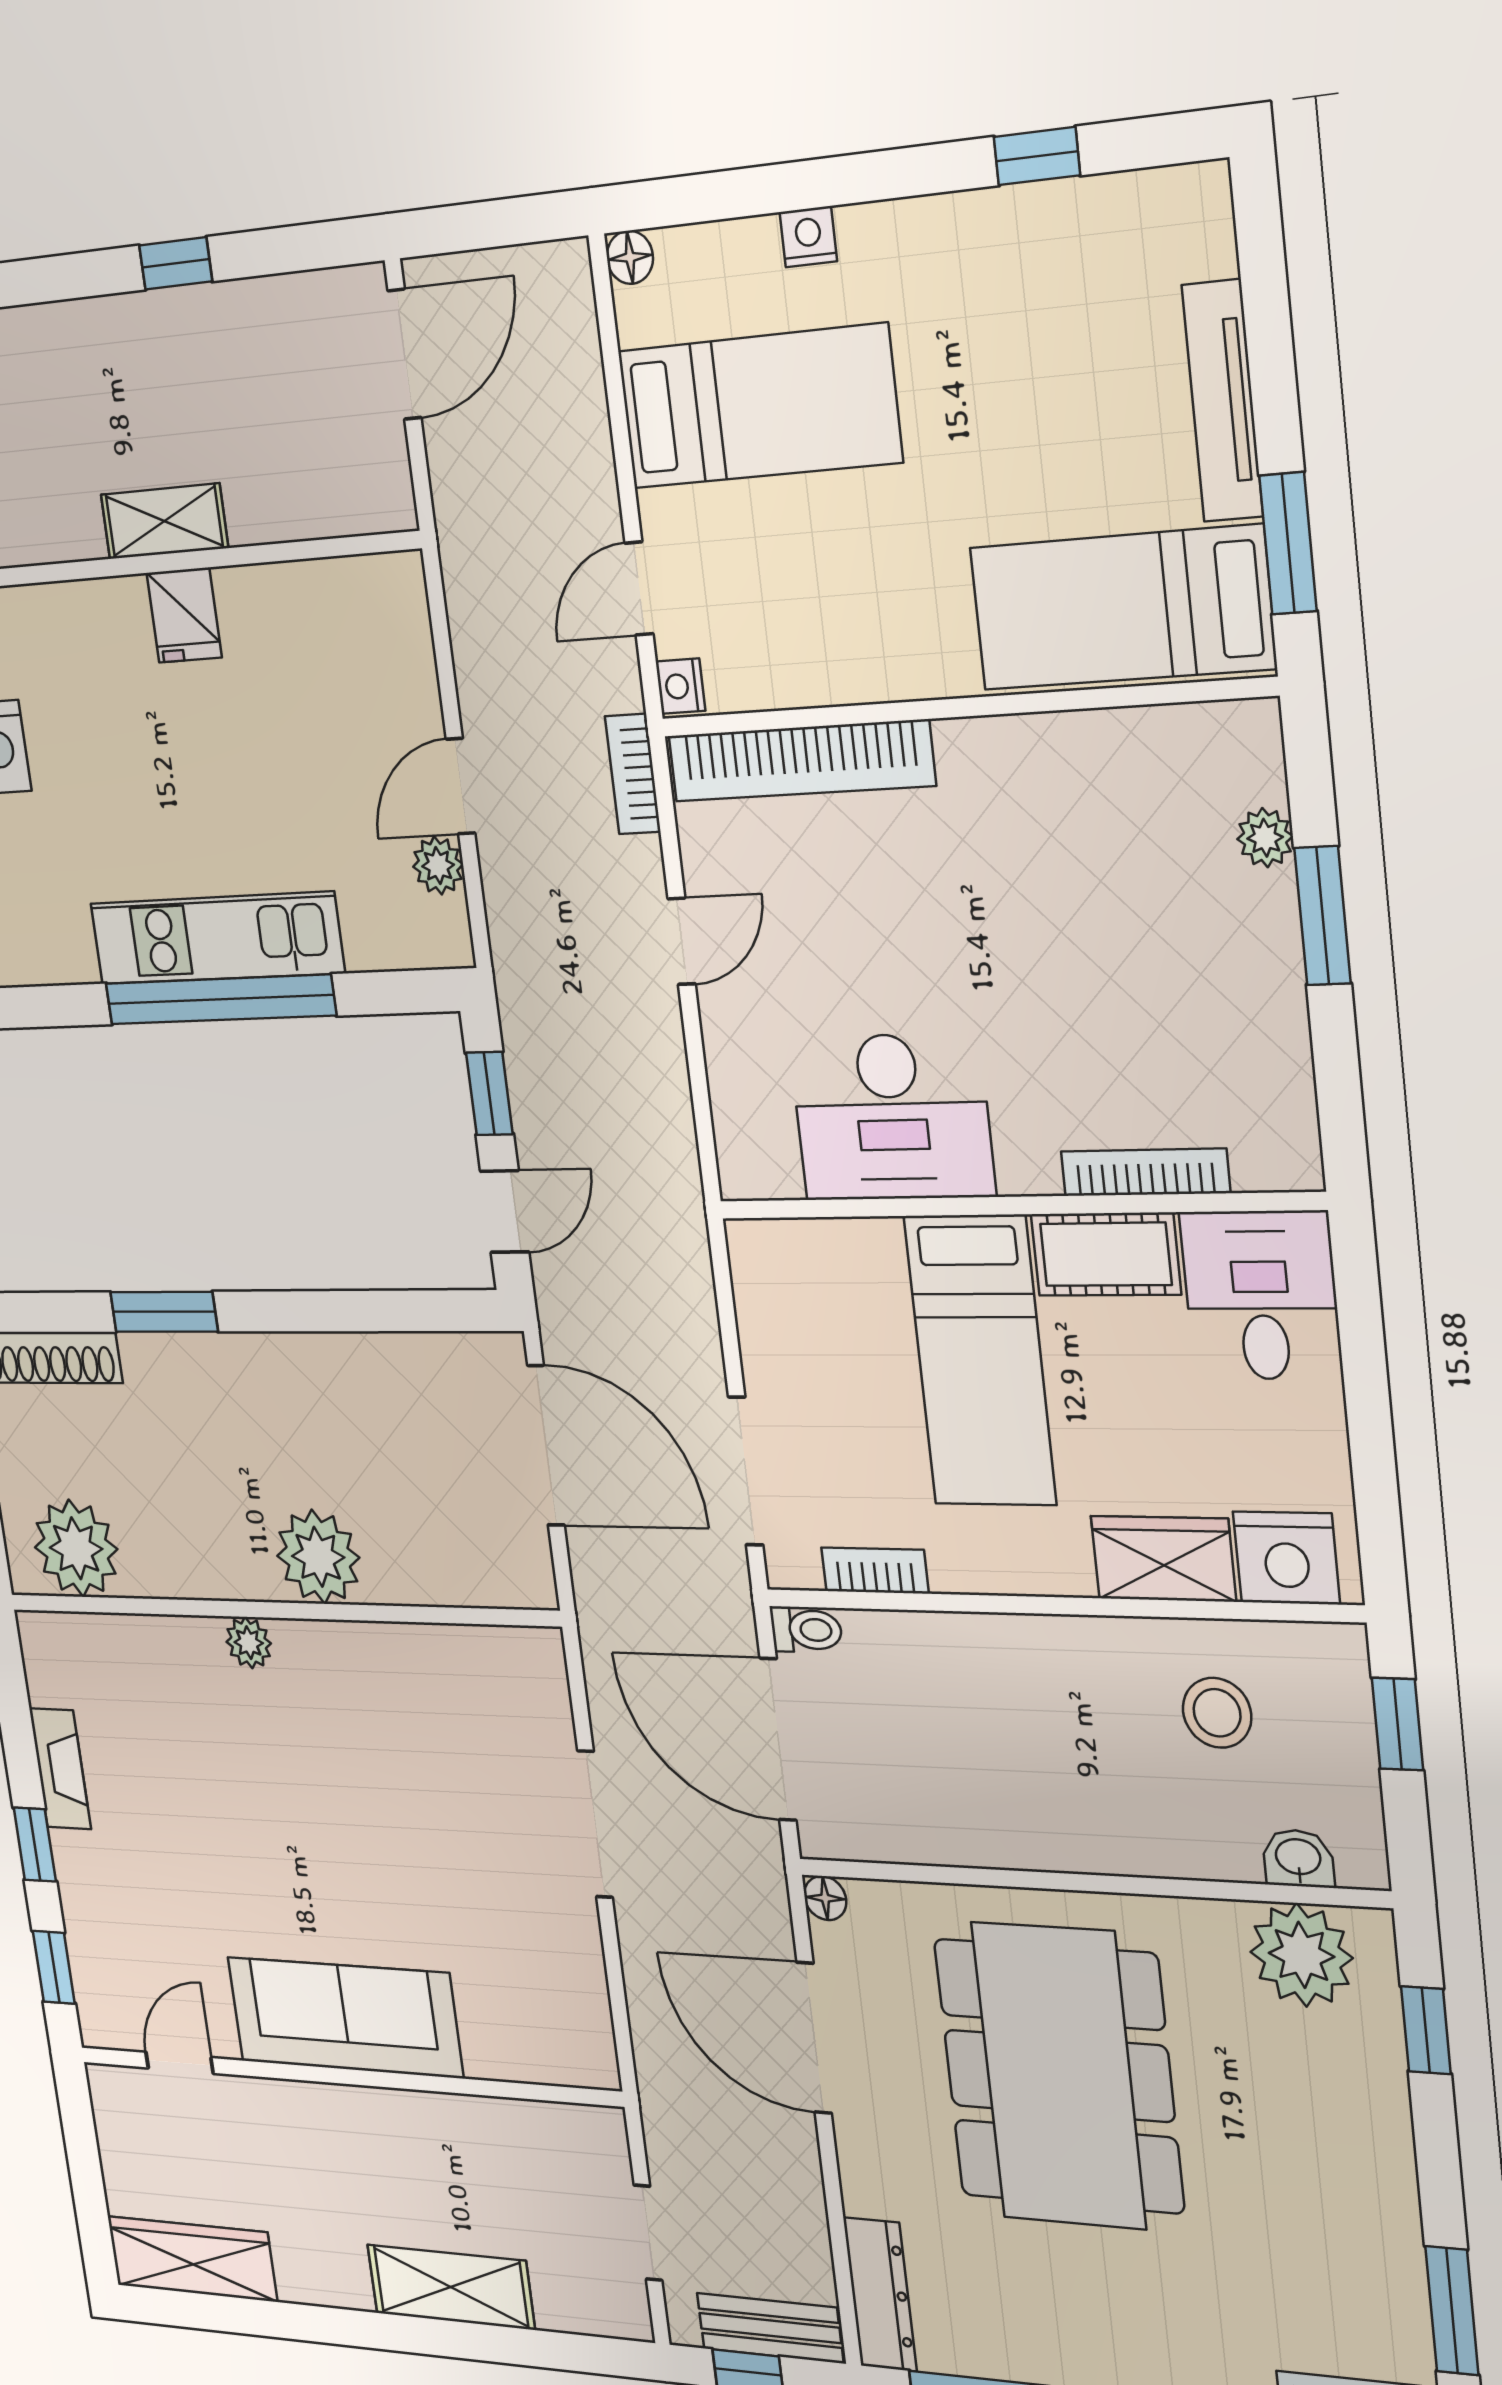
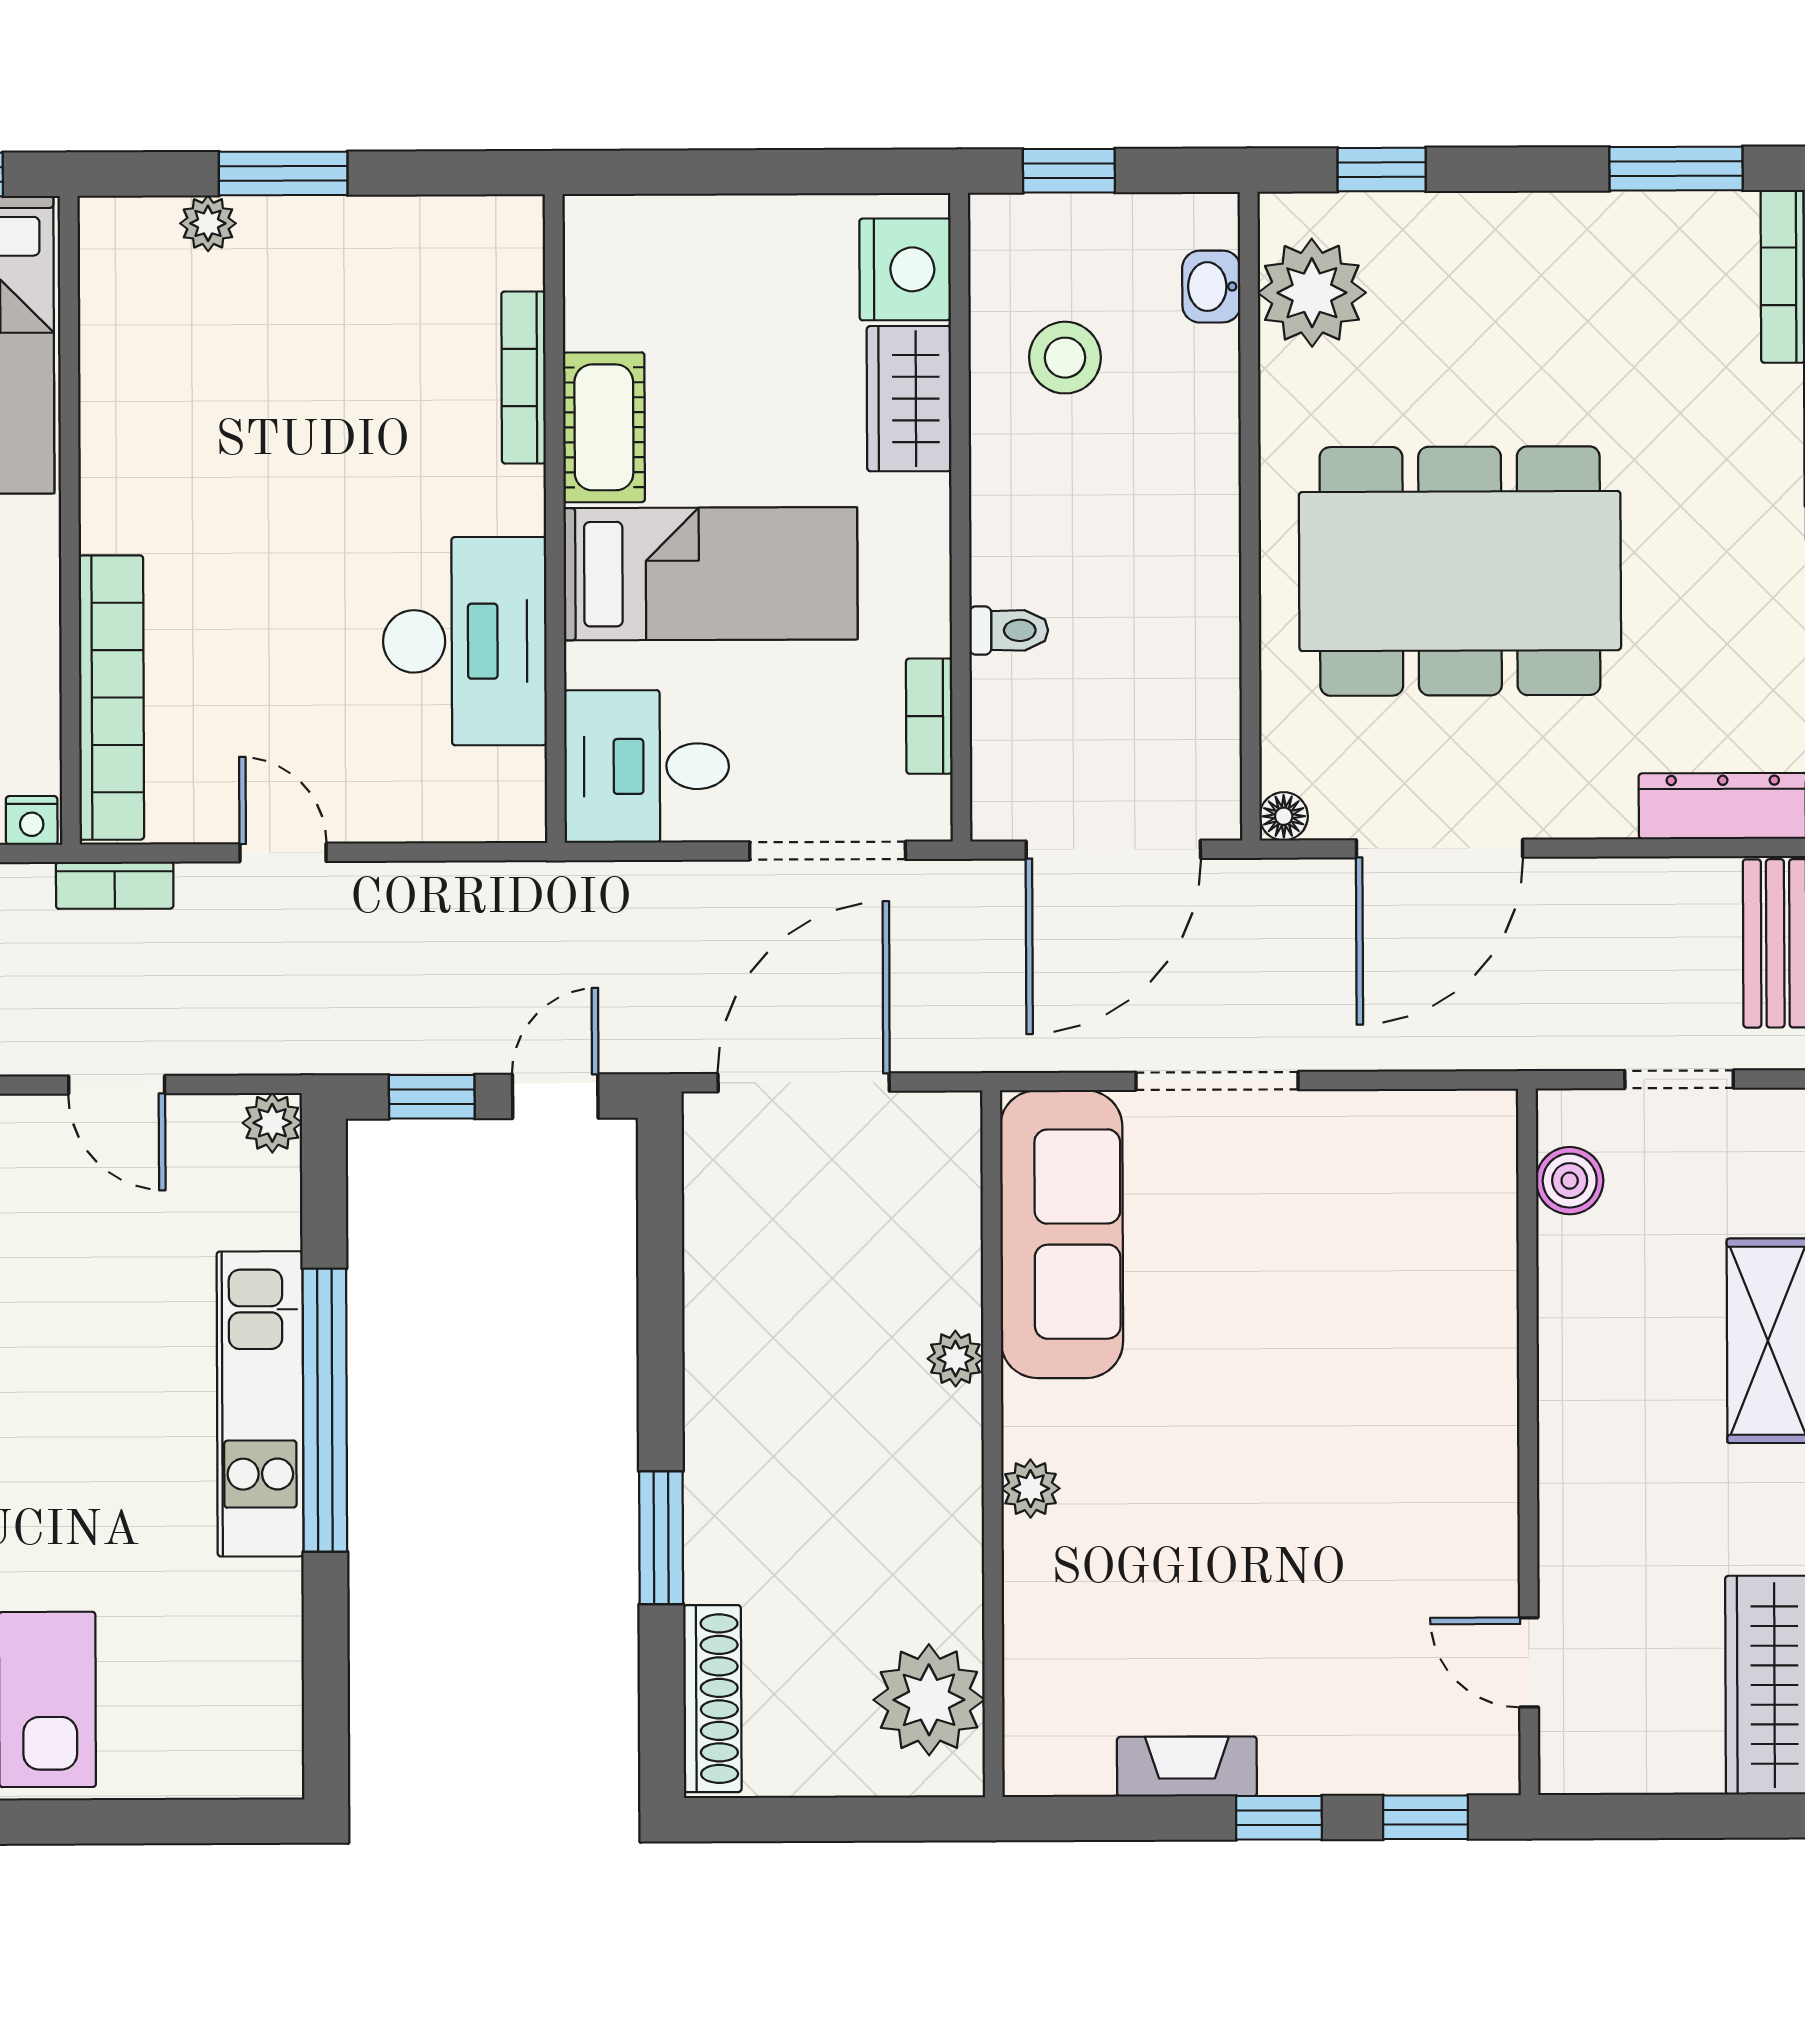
plant: (438, 865) -> (272, 1123), moved
door: (505, 1212) -> (555, 1096), hinge flipped
desk: (1261, 1295) -> (647, 766), moved
plant: (318, 1557) -> (955, 1359), width x0.53, depth x0.53
toilet: (806, 1630) -> (1009, 630), moved, turned 90
sofa: (345, 2017) -> (1062, 1234), moved, turned 180
boiler: (554, 2130) -> (1570, 1181), added

